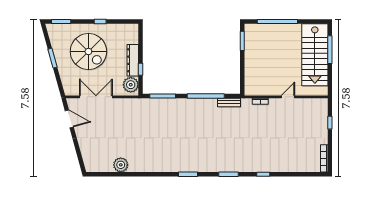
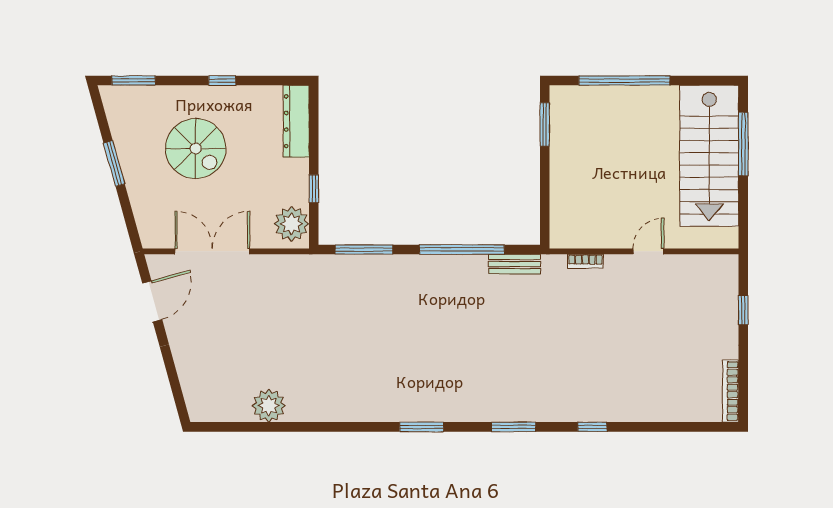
spiral stairs: (88, 52) -> (196, 148), width x0.73, depth x0.73
dresser: (133, 60) -> (296, 121), moved
door: (69, 119) -> (152, 301), hinge flipped

